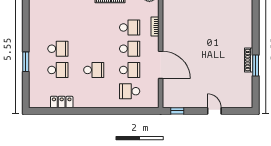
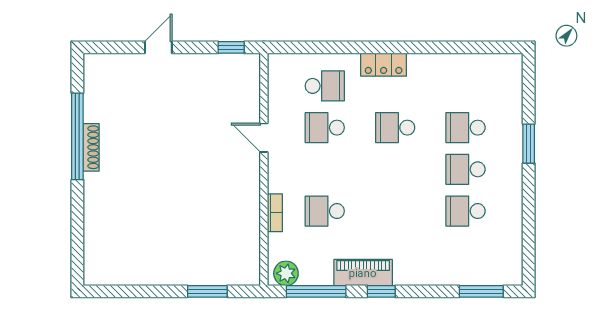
school desk: (130, 49) -> (466, 211), moved
door: (161, 65) -> (264, 138), width x0.53
window: (256, 66) -> (77, 136), width x2.11
locker: (62, 102) -> (384, 65), moved
door: (214, 111) -> (158, 47), swing flipped

